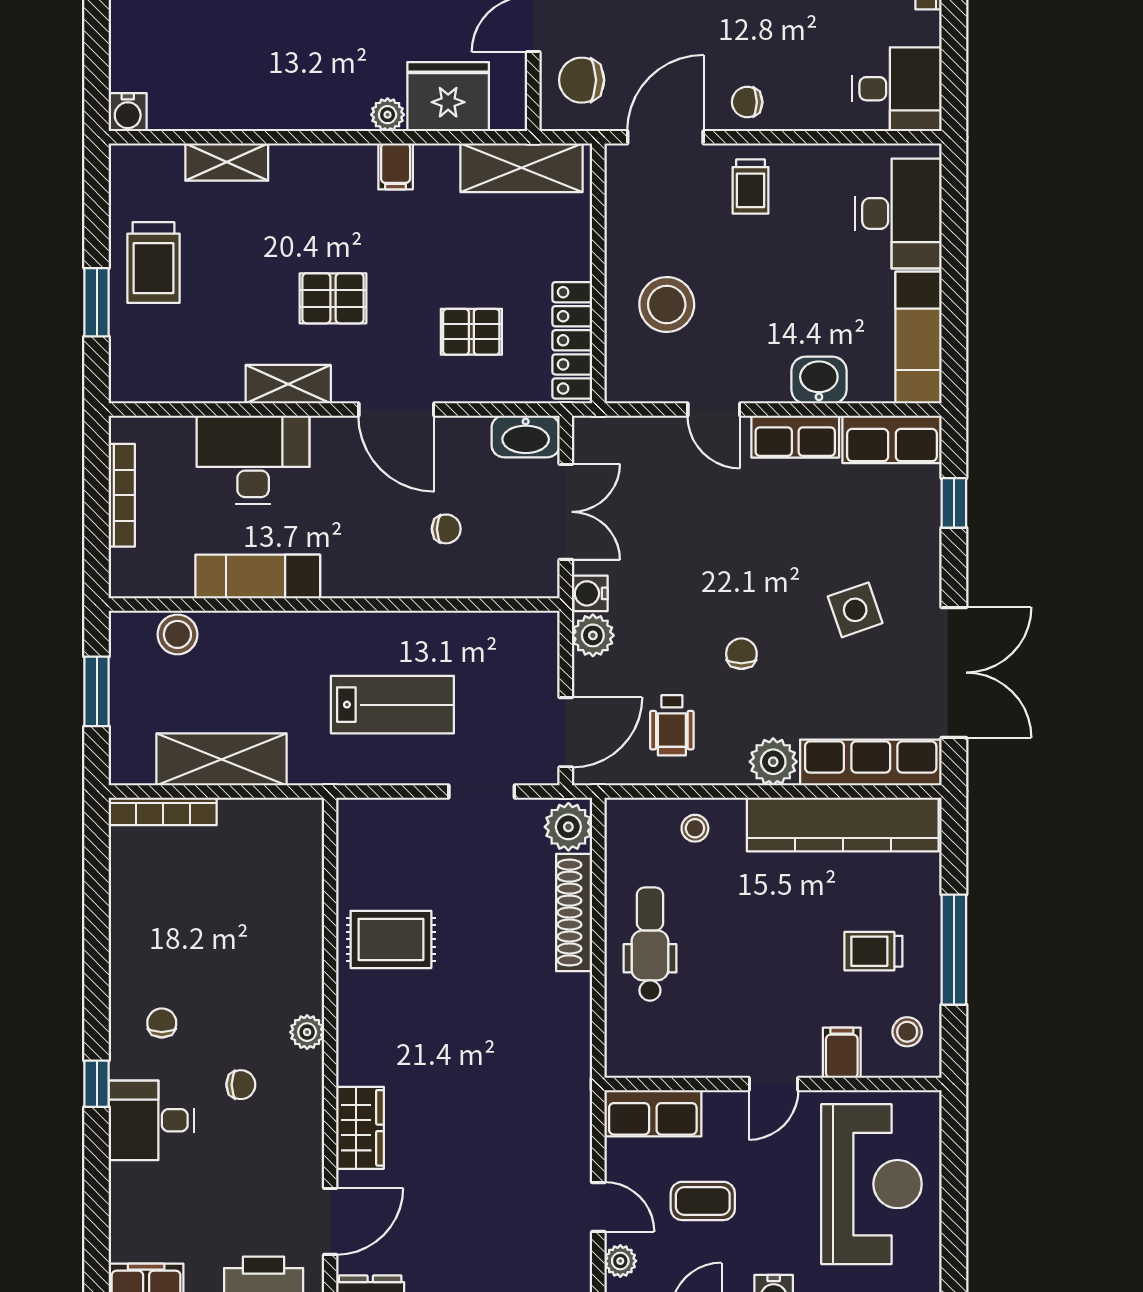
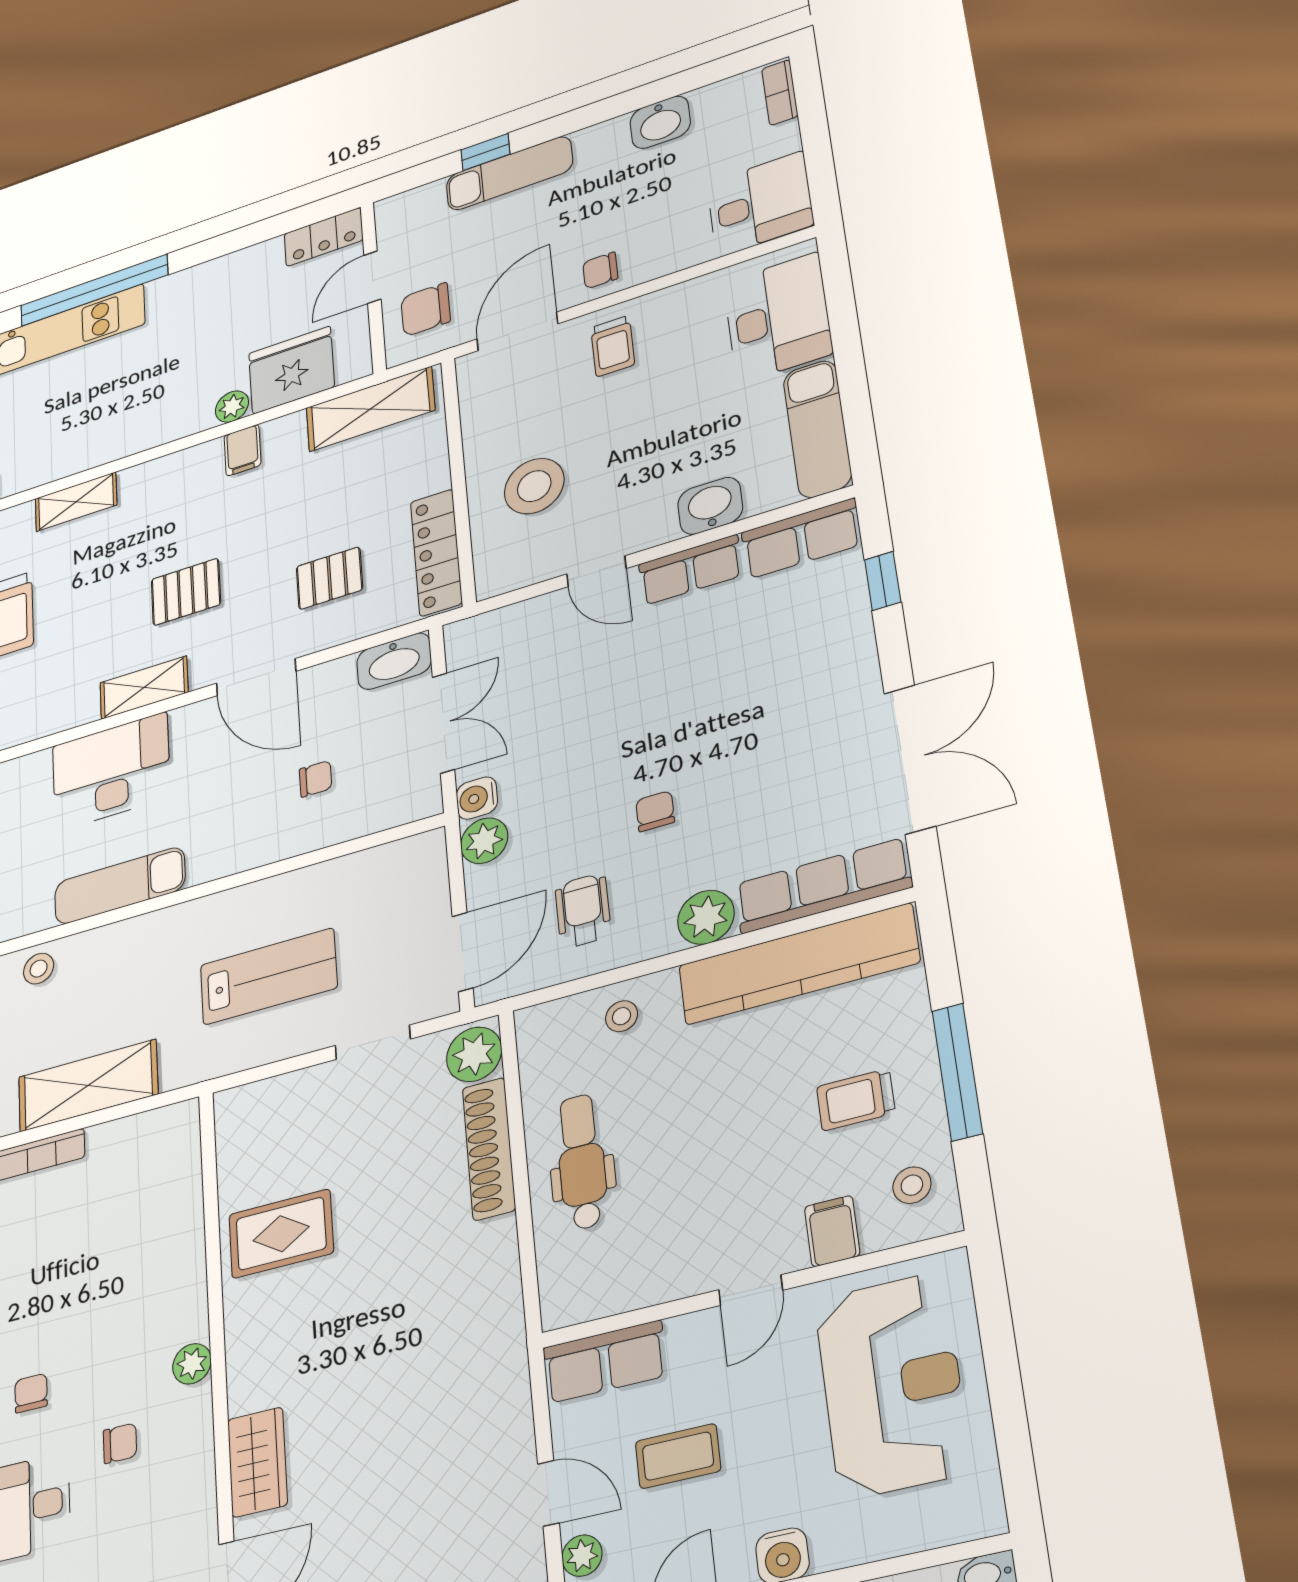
side table: (855, 610) -> (782, 726), removed
stool: (177, 634) -> (39, 969), width x0.73, depth x0.73
wheelchair: (672, 725) -> (583, 911), turned 180

